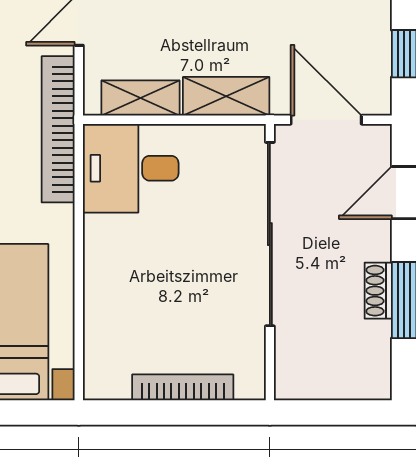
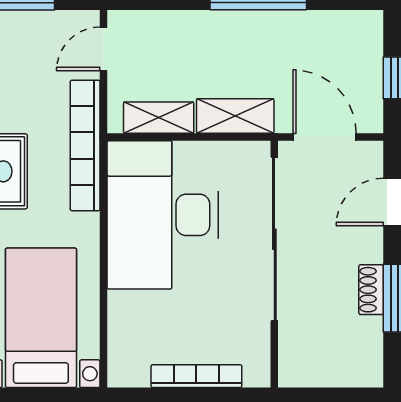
desk: (131, 168) -> (163, 215), width x1.87, depth x1.30

